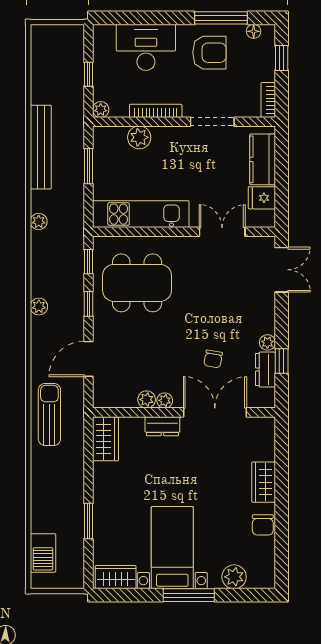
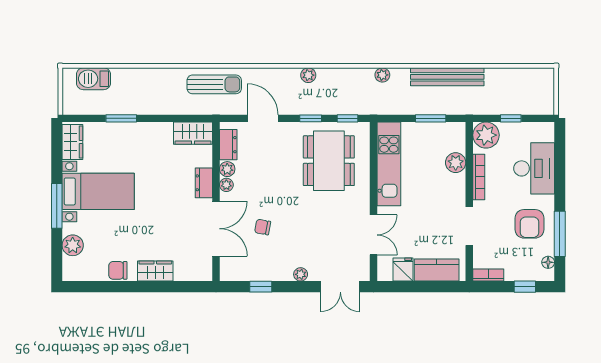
plant: (101, 110) -> (486, 135), width x1.88, depth x1.88
plant: (267, 342) -> (301, 274), moved
dresser: (265, 370) -> (228, 145), moved, turned 90

